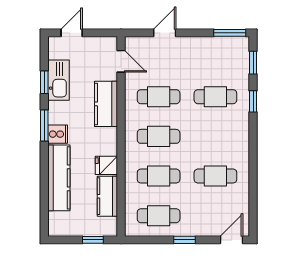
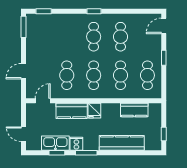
door: (165, 33) -> (23, 71), hinge flipped
cafe table: (215, 97) -> (94, 37), moved
window: (253, 101) -> (94, 11), moved
cooker: (58, 134) -> (76, 144), moved
fridge: (106, 165) -> (94, 111), moved
window: (93, 240) -> (164, 134), moved
door: (231, 240) -> (164, 26), hinge flipped

